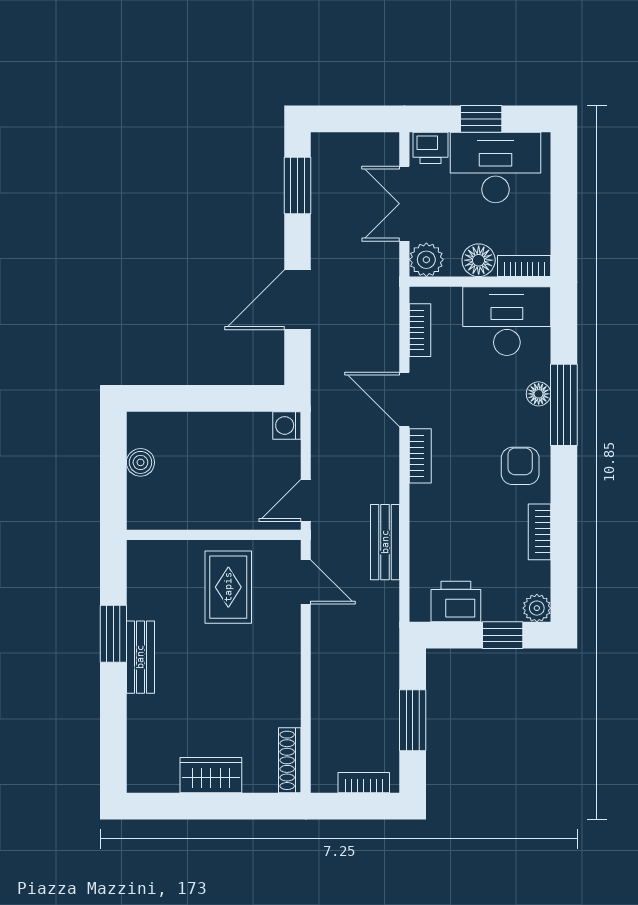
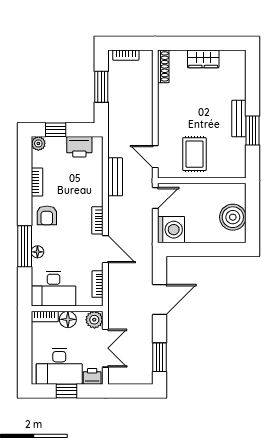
washing machine: (287, 425) -> (171, 230), width x1.89, depth x1.89
boiler: (140, 462) -> (233, 217), width x1.86, depth x1.86

